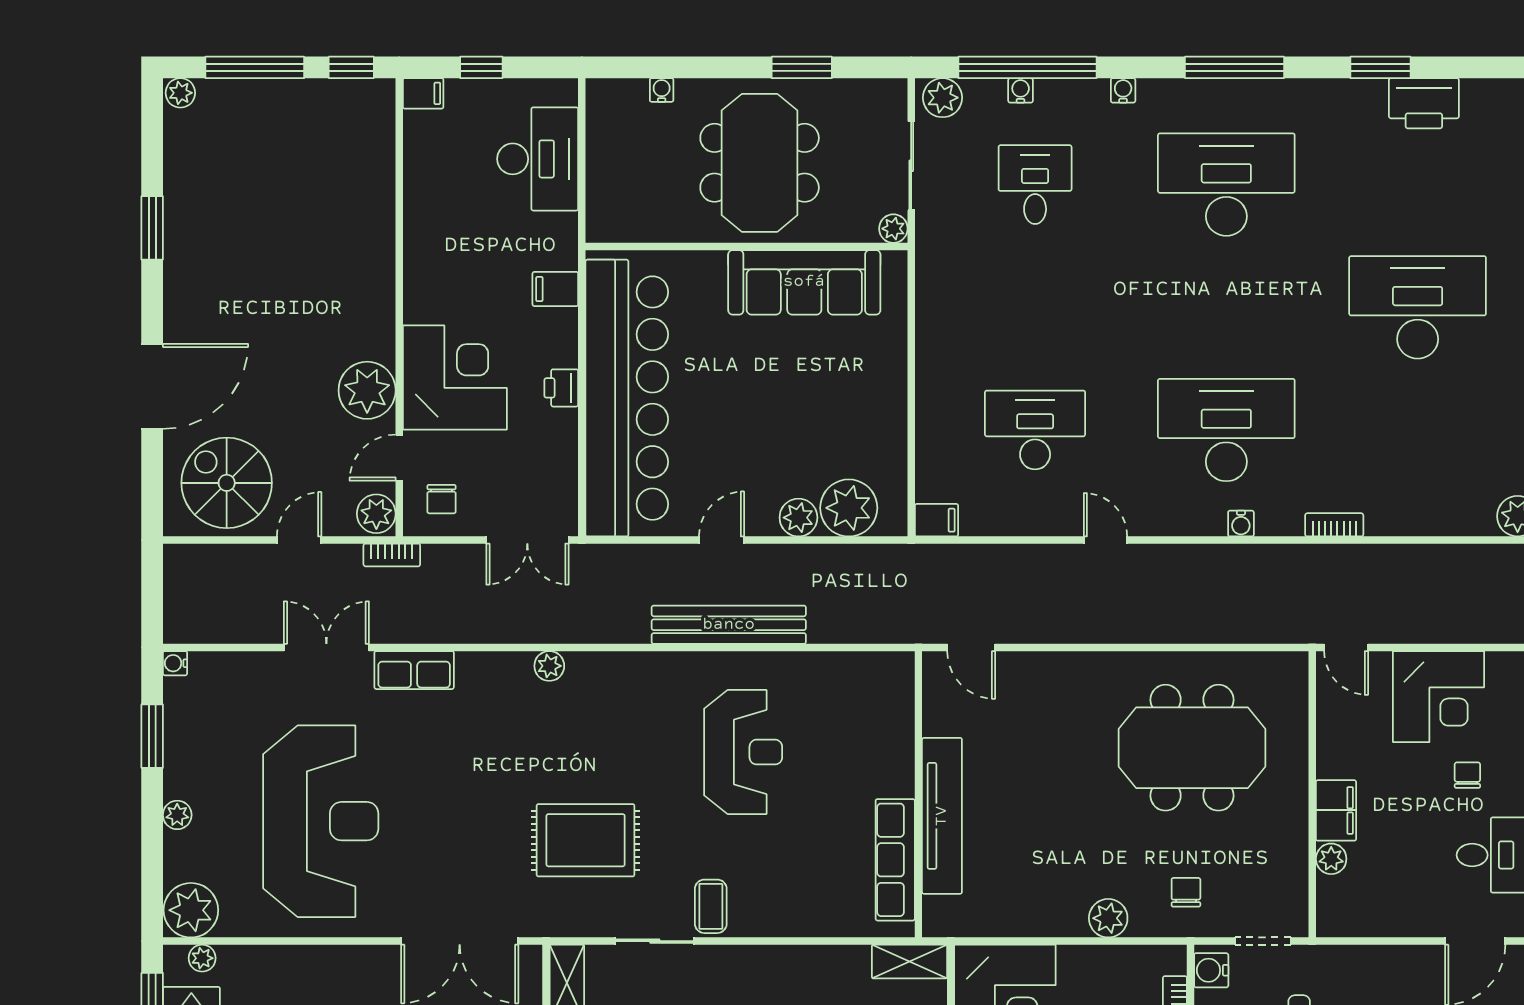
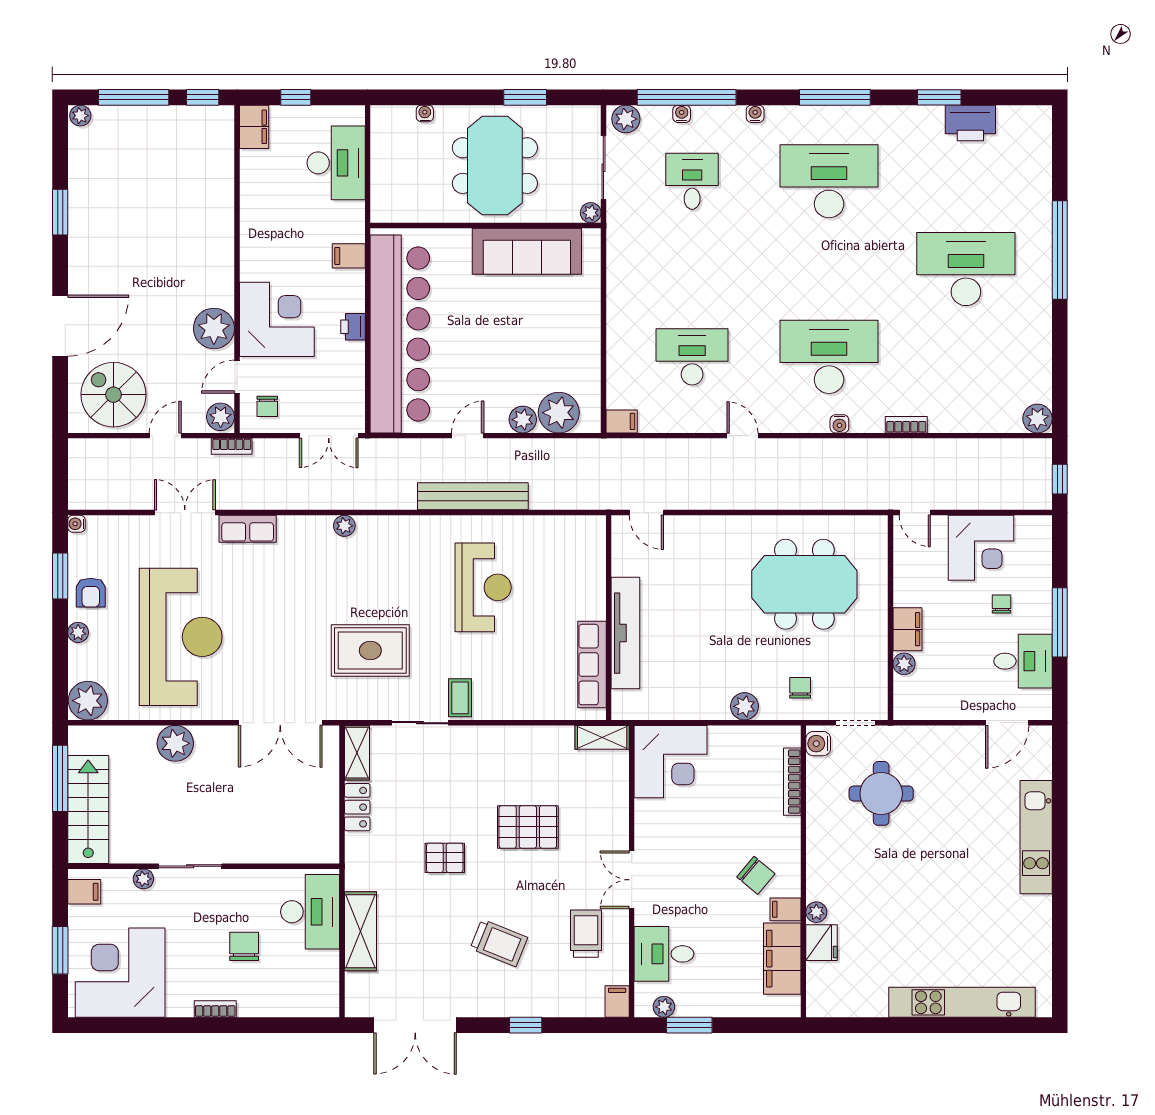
filing cabinet: (423, 93) -> (254, 127), width x2.00
armchair: (195, 759) -> (91, 593), added
plant: (202, 958) -> (175, 743), moved, width x1.88, depth x1.88

